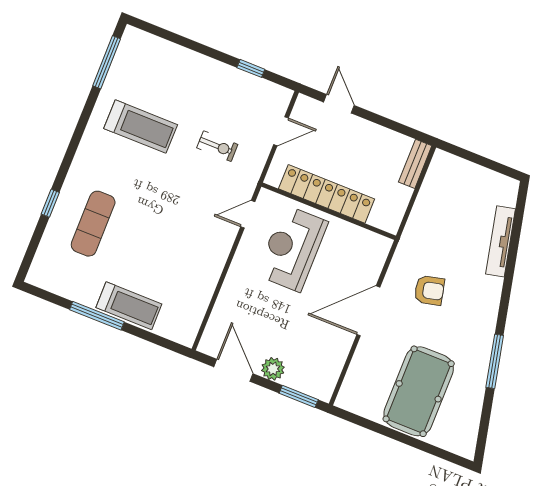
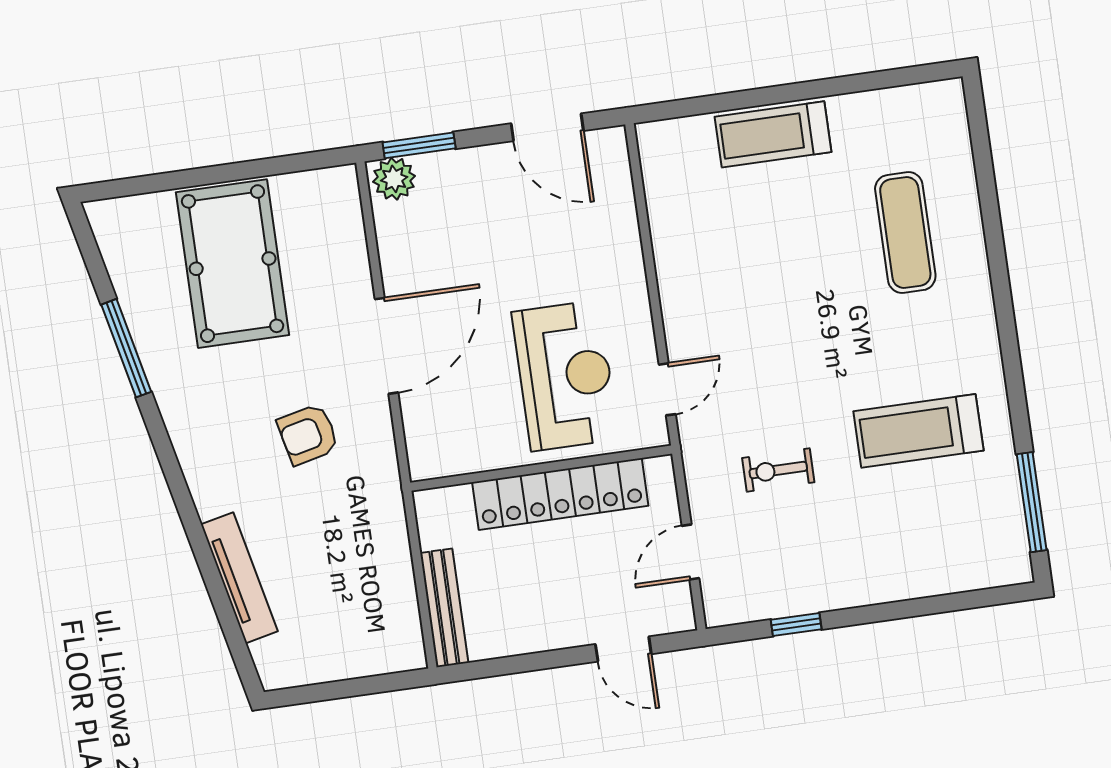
bench: (415, 164) -> (444, 608), width x1.36
window: (50, 203) -> (992, 226), removed
window: (97, 316) -> (815, 89), removed
window: (495, 361) -> (126, 348), moved
plant: (273, 369) -> (394, 179), moved

